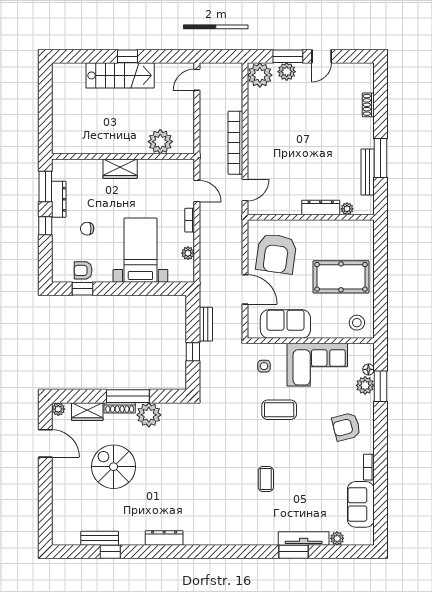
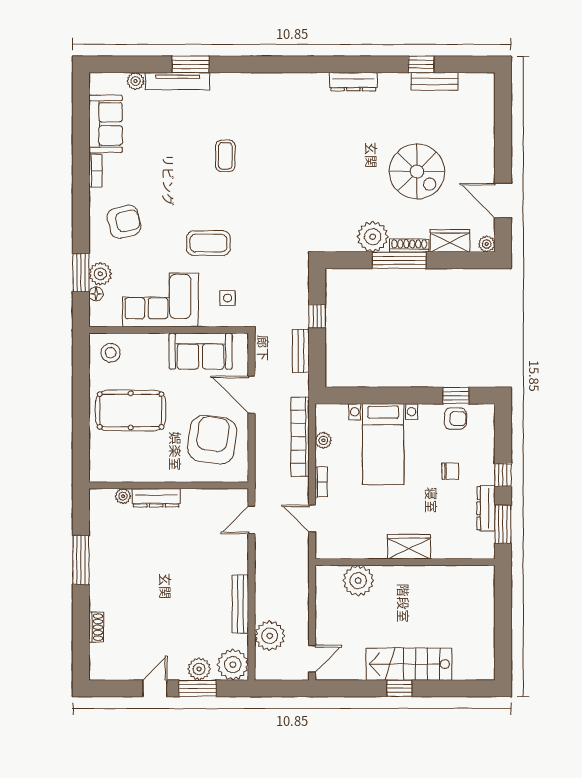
plant: (231, 98) -> (270, 636), added
bookcase: (235, 143) -> (300, 437), moved, turned 180
bench: (368, 172) -> (240, 604), moved

